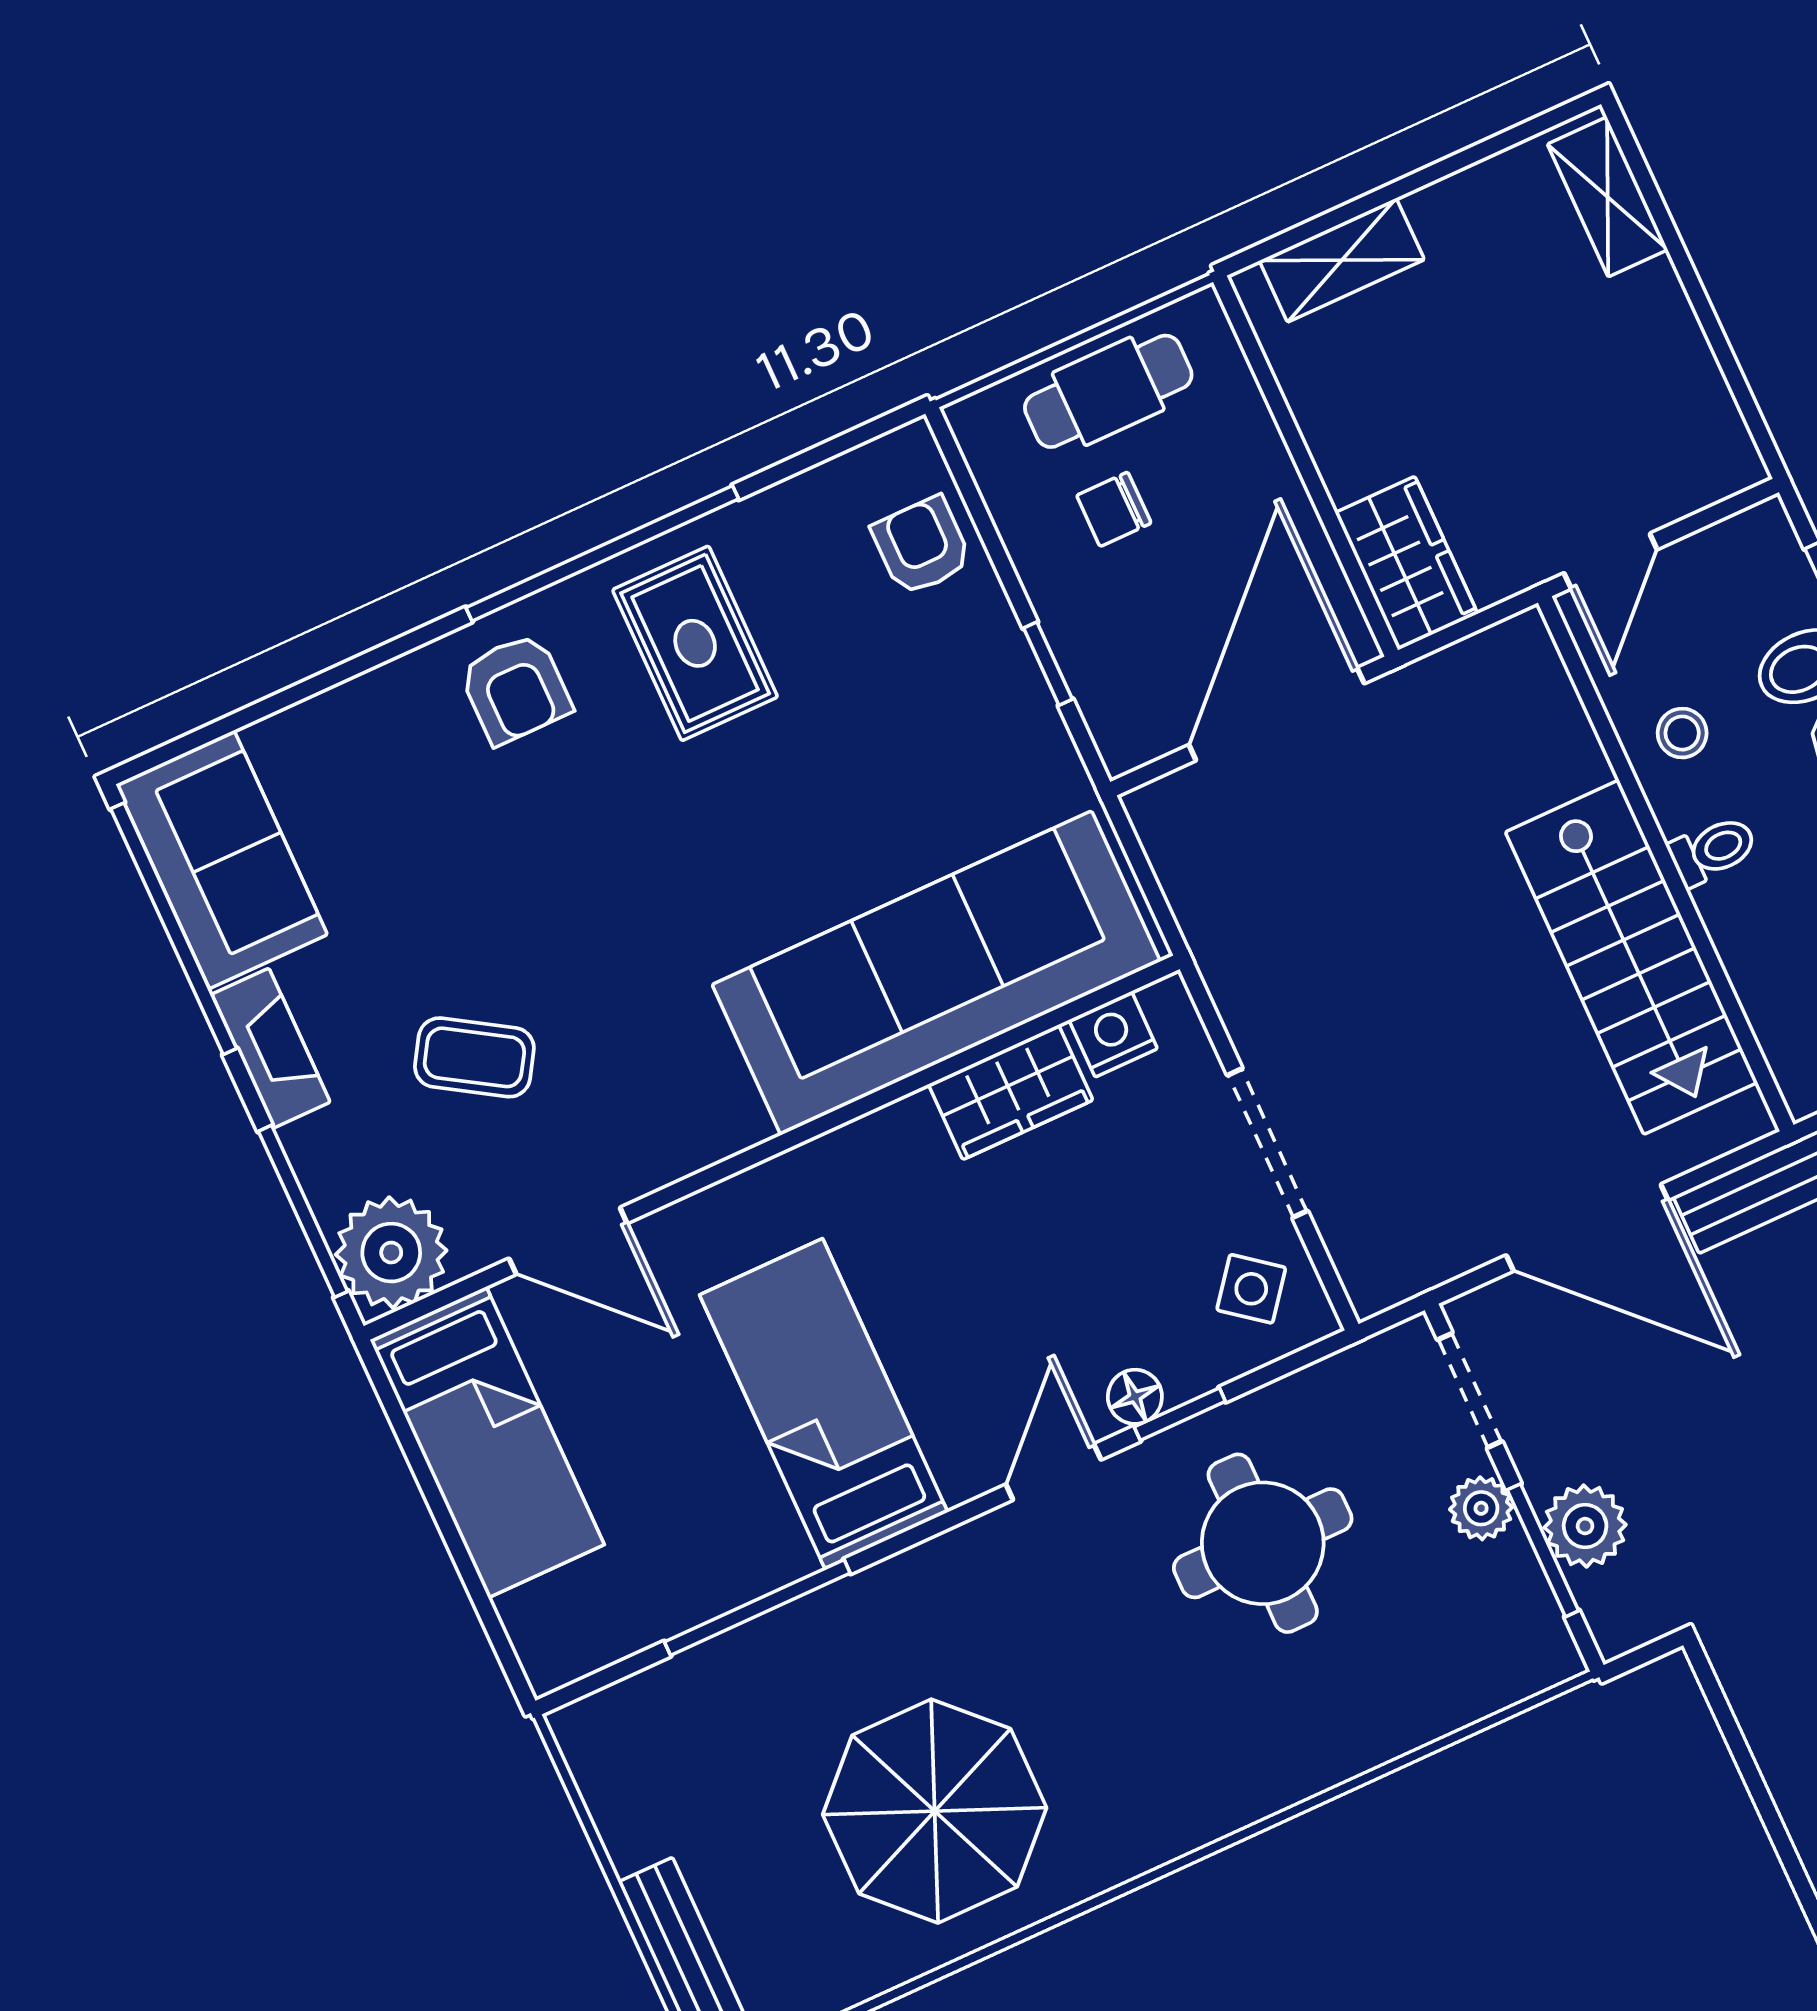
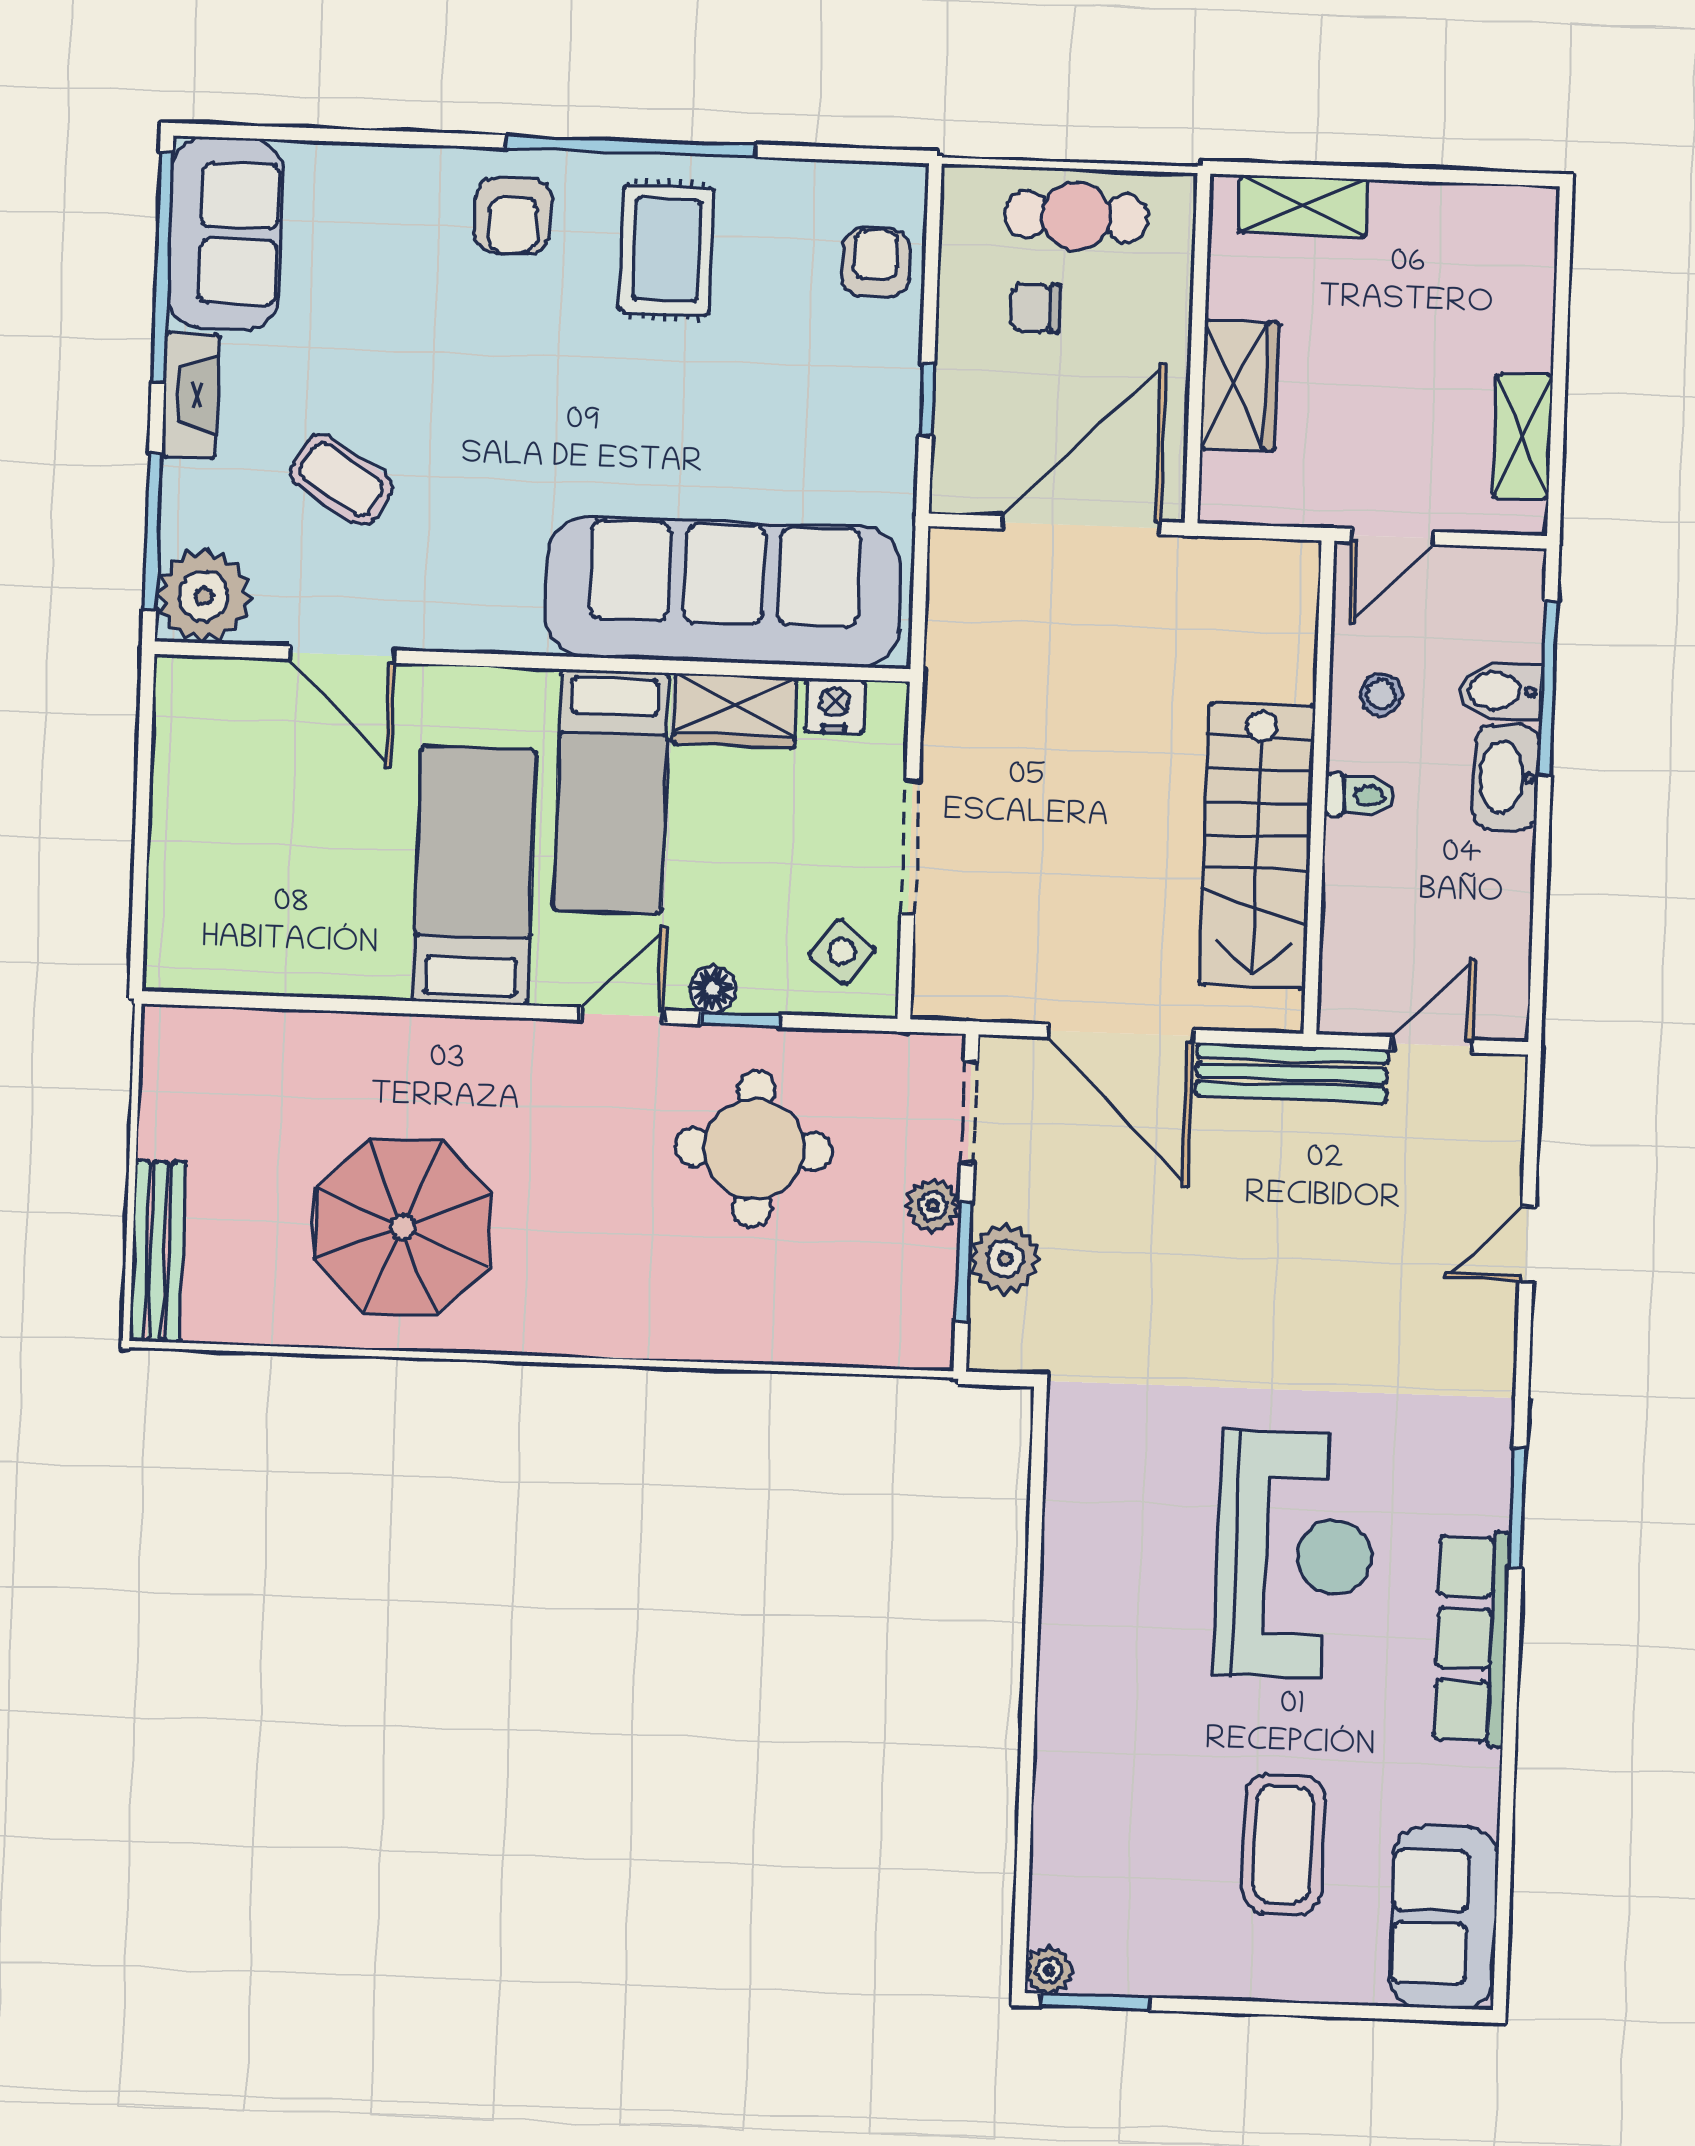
shelving: (1608, 197) -> (1523, 436), moved
wardrobe: (1406, 563) -> (1240, 385), moved
bed: (487, 1442) -> (612, 791), moved
window: (757, 1608) -> (346, 1005), removed

